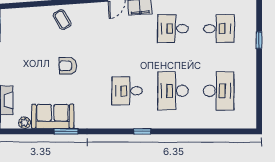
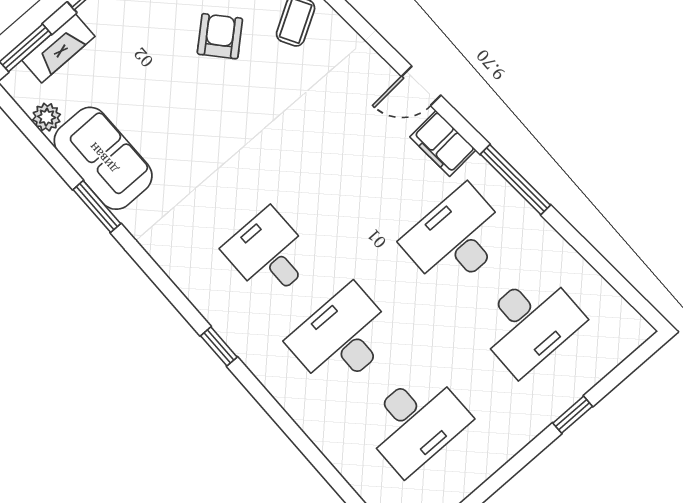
desk: (173, 29) -> (456, 239), width x1.37
desk: (219, 29) -> (529, 323), width x1.37
armchair: (68, 66) -> (220, 36), moved, turned 48

